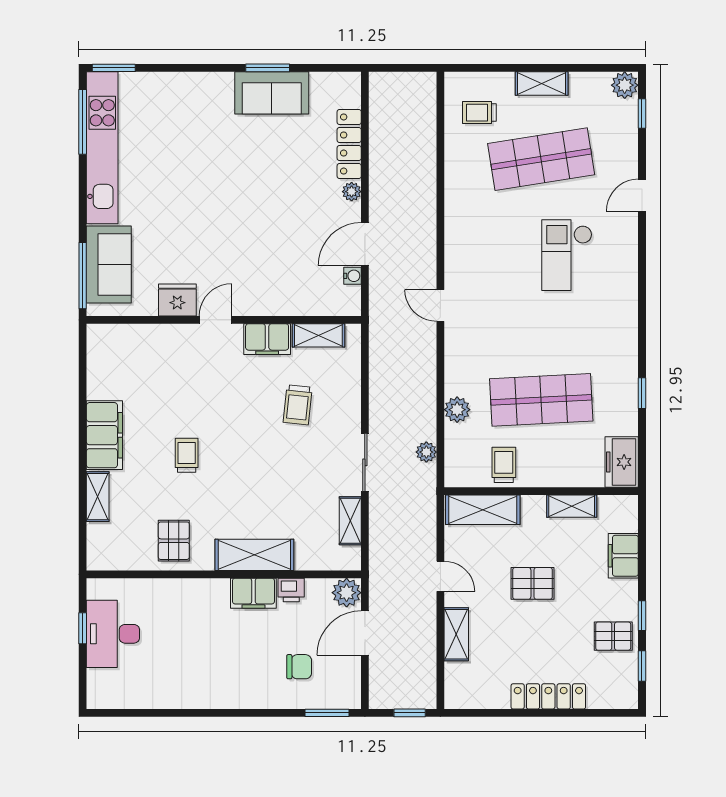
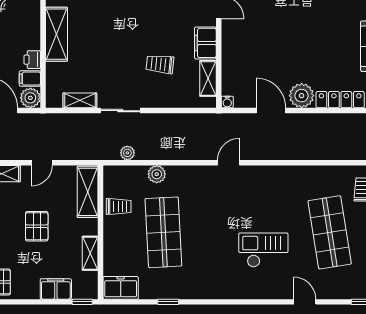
plant: (352, 192) -> (302, 96), width x1.88, depth x1.88
water cooler: (353, 276) -> (227, 102), moved
filing cabinet: (253, 593) -> (30, 79), moved, width x0.50
window: (642, 616) -> (82, 302), moved

